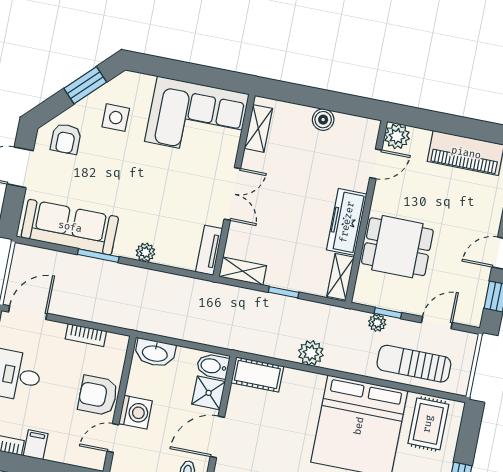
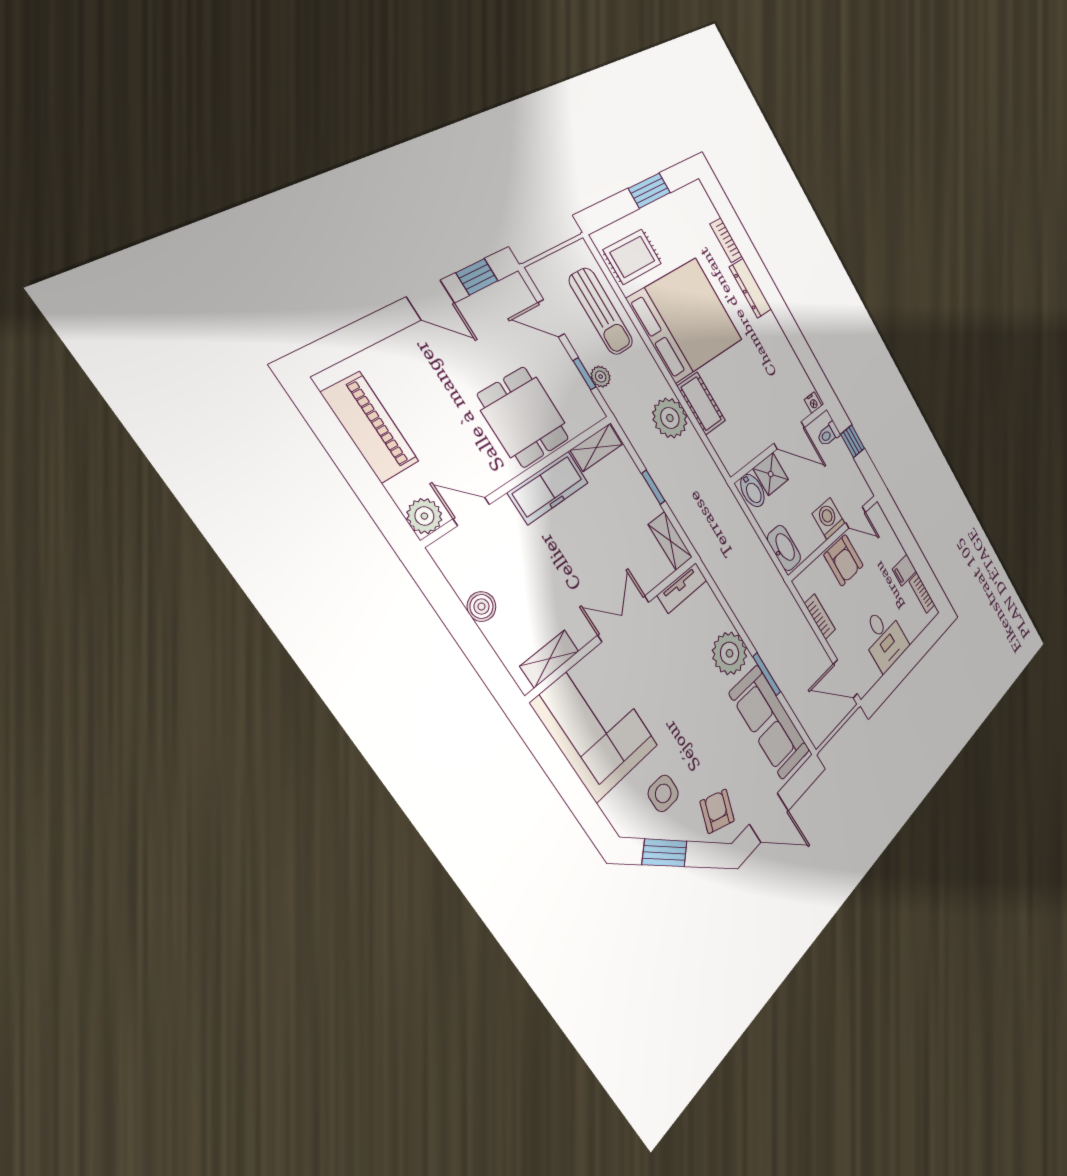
armchair: (66, 139) -> (717, 811), turned -70
plant: (145, 252) -> (730, 653), width x1.88, depth x1.88
plant: (311, 353) -> (670, 418), width x1.36, depth x1.36
cot: (257, 375) -> (701, 404), moved

